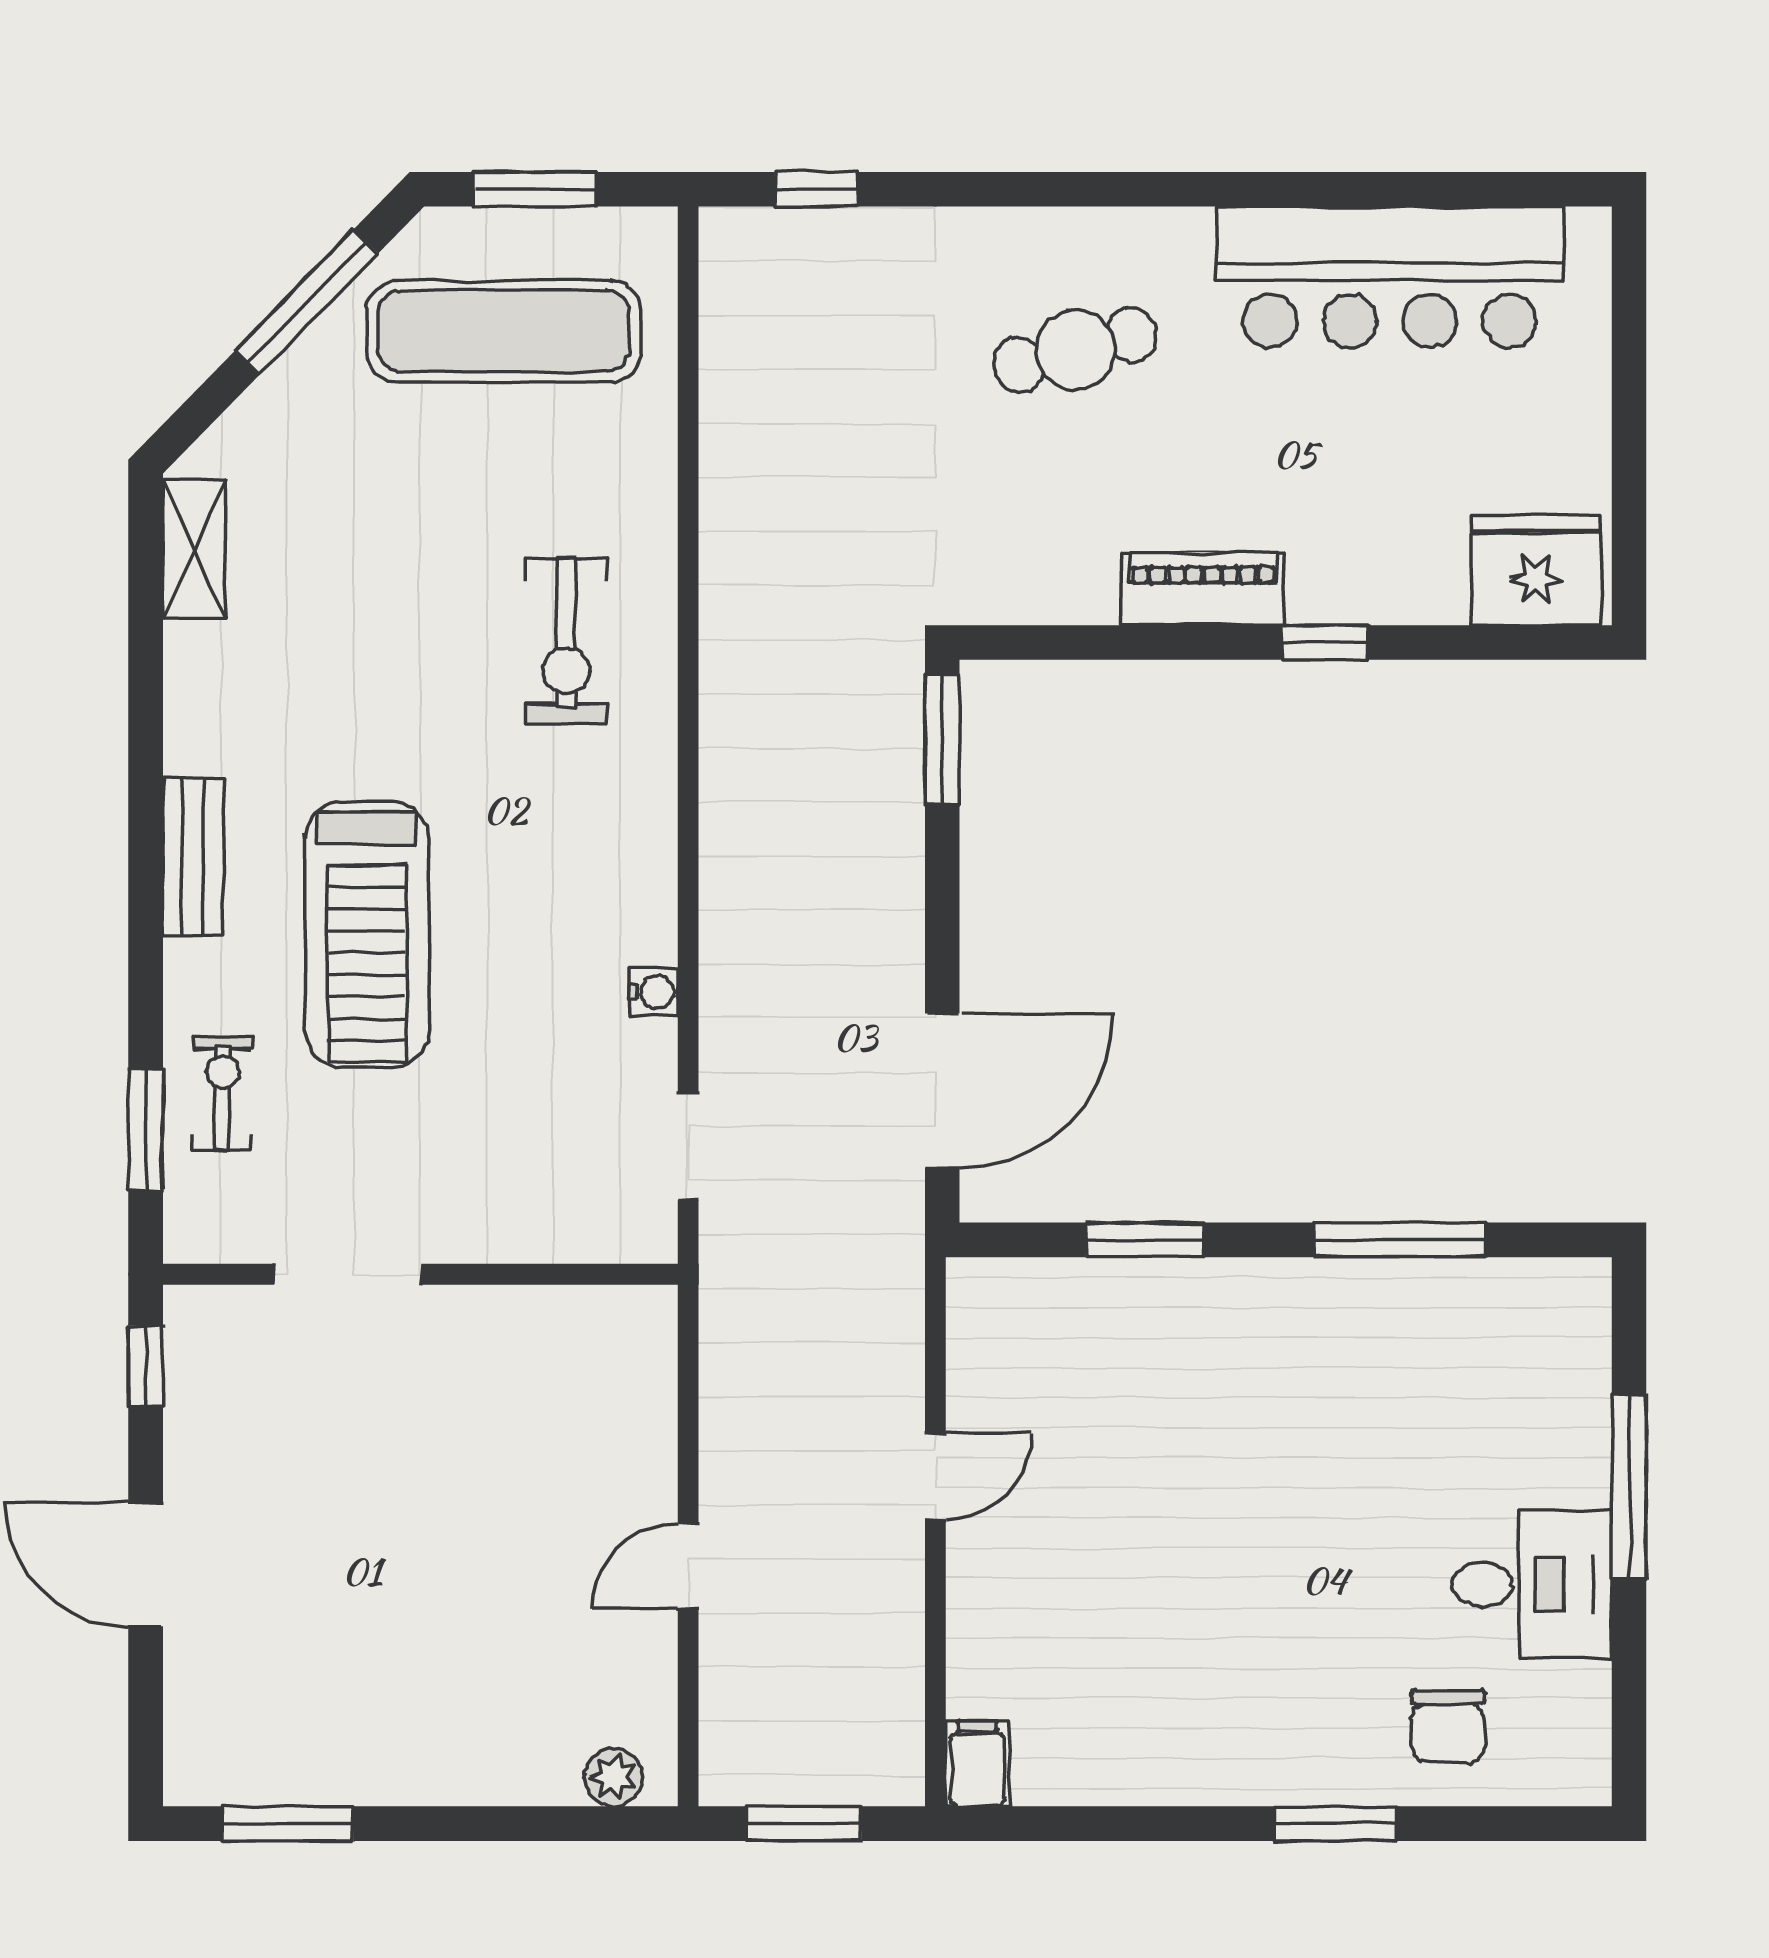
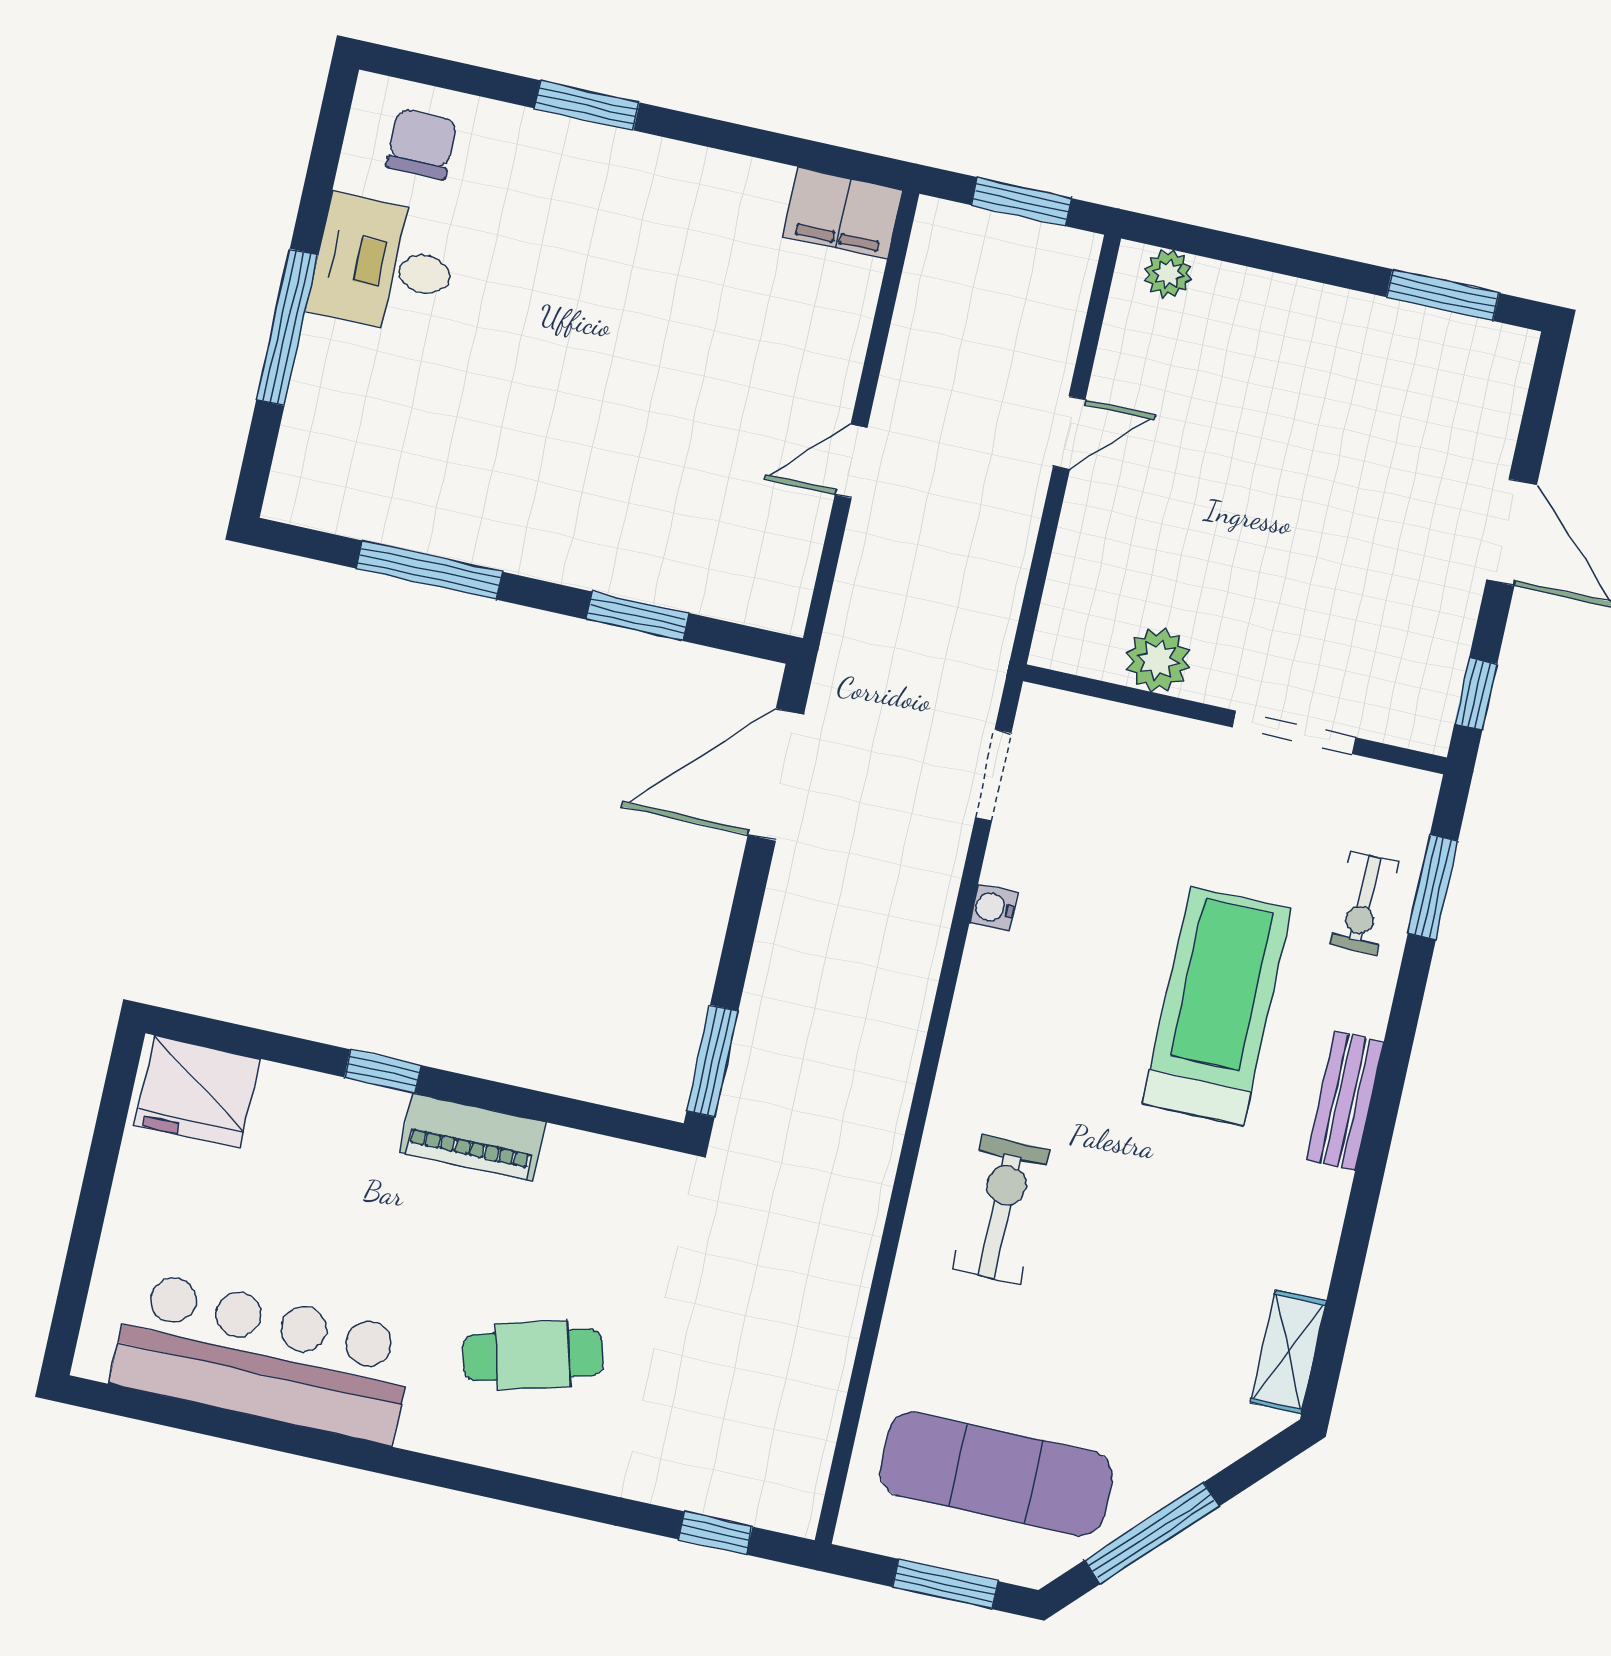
plant: (526, 1324) -> (1158, 660), added
chair: (1448, 1726) -> (422, 144), moved
filing cabinet: (978, 1764) -> (843, 213), width x2.00

